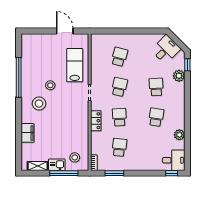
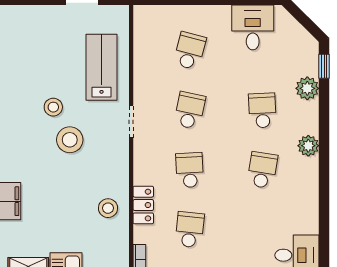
desk: (166, 50) -> (253, 27), moved, turned -45
stool: (39, 104) -> (70, 140), moved
locker: (96, 121) -> (143, 205), moved
plant: (179, 135) -> (308, 146), moved
stool: (75, 157) -> (108, 208), moved

